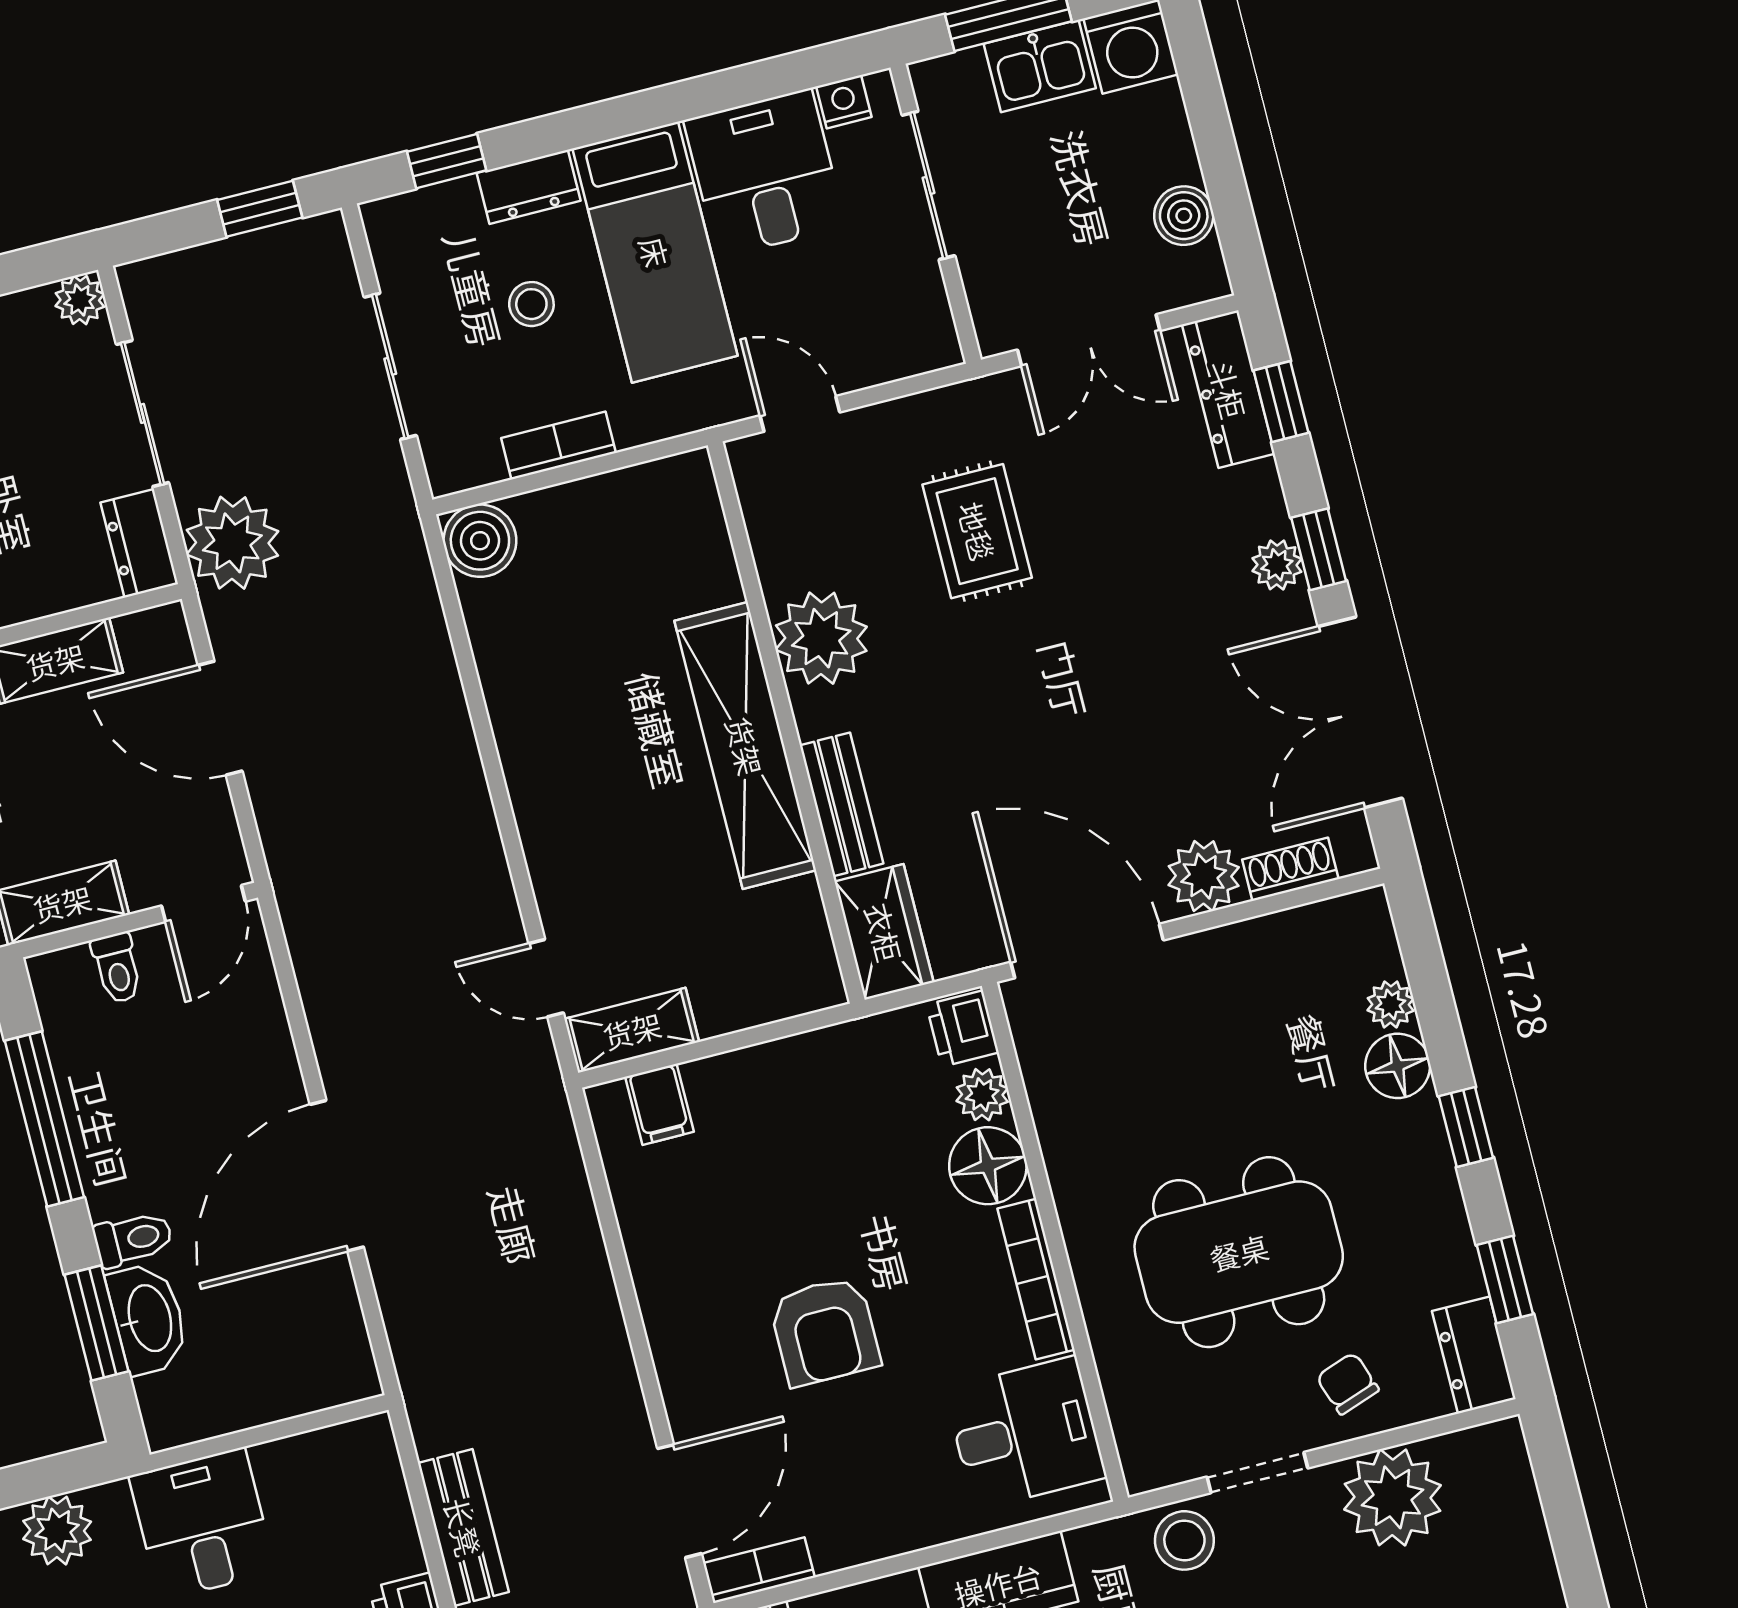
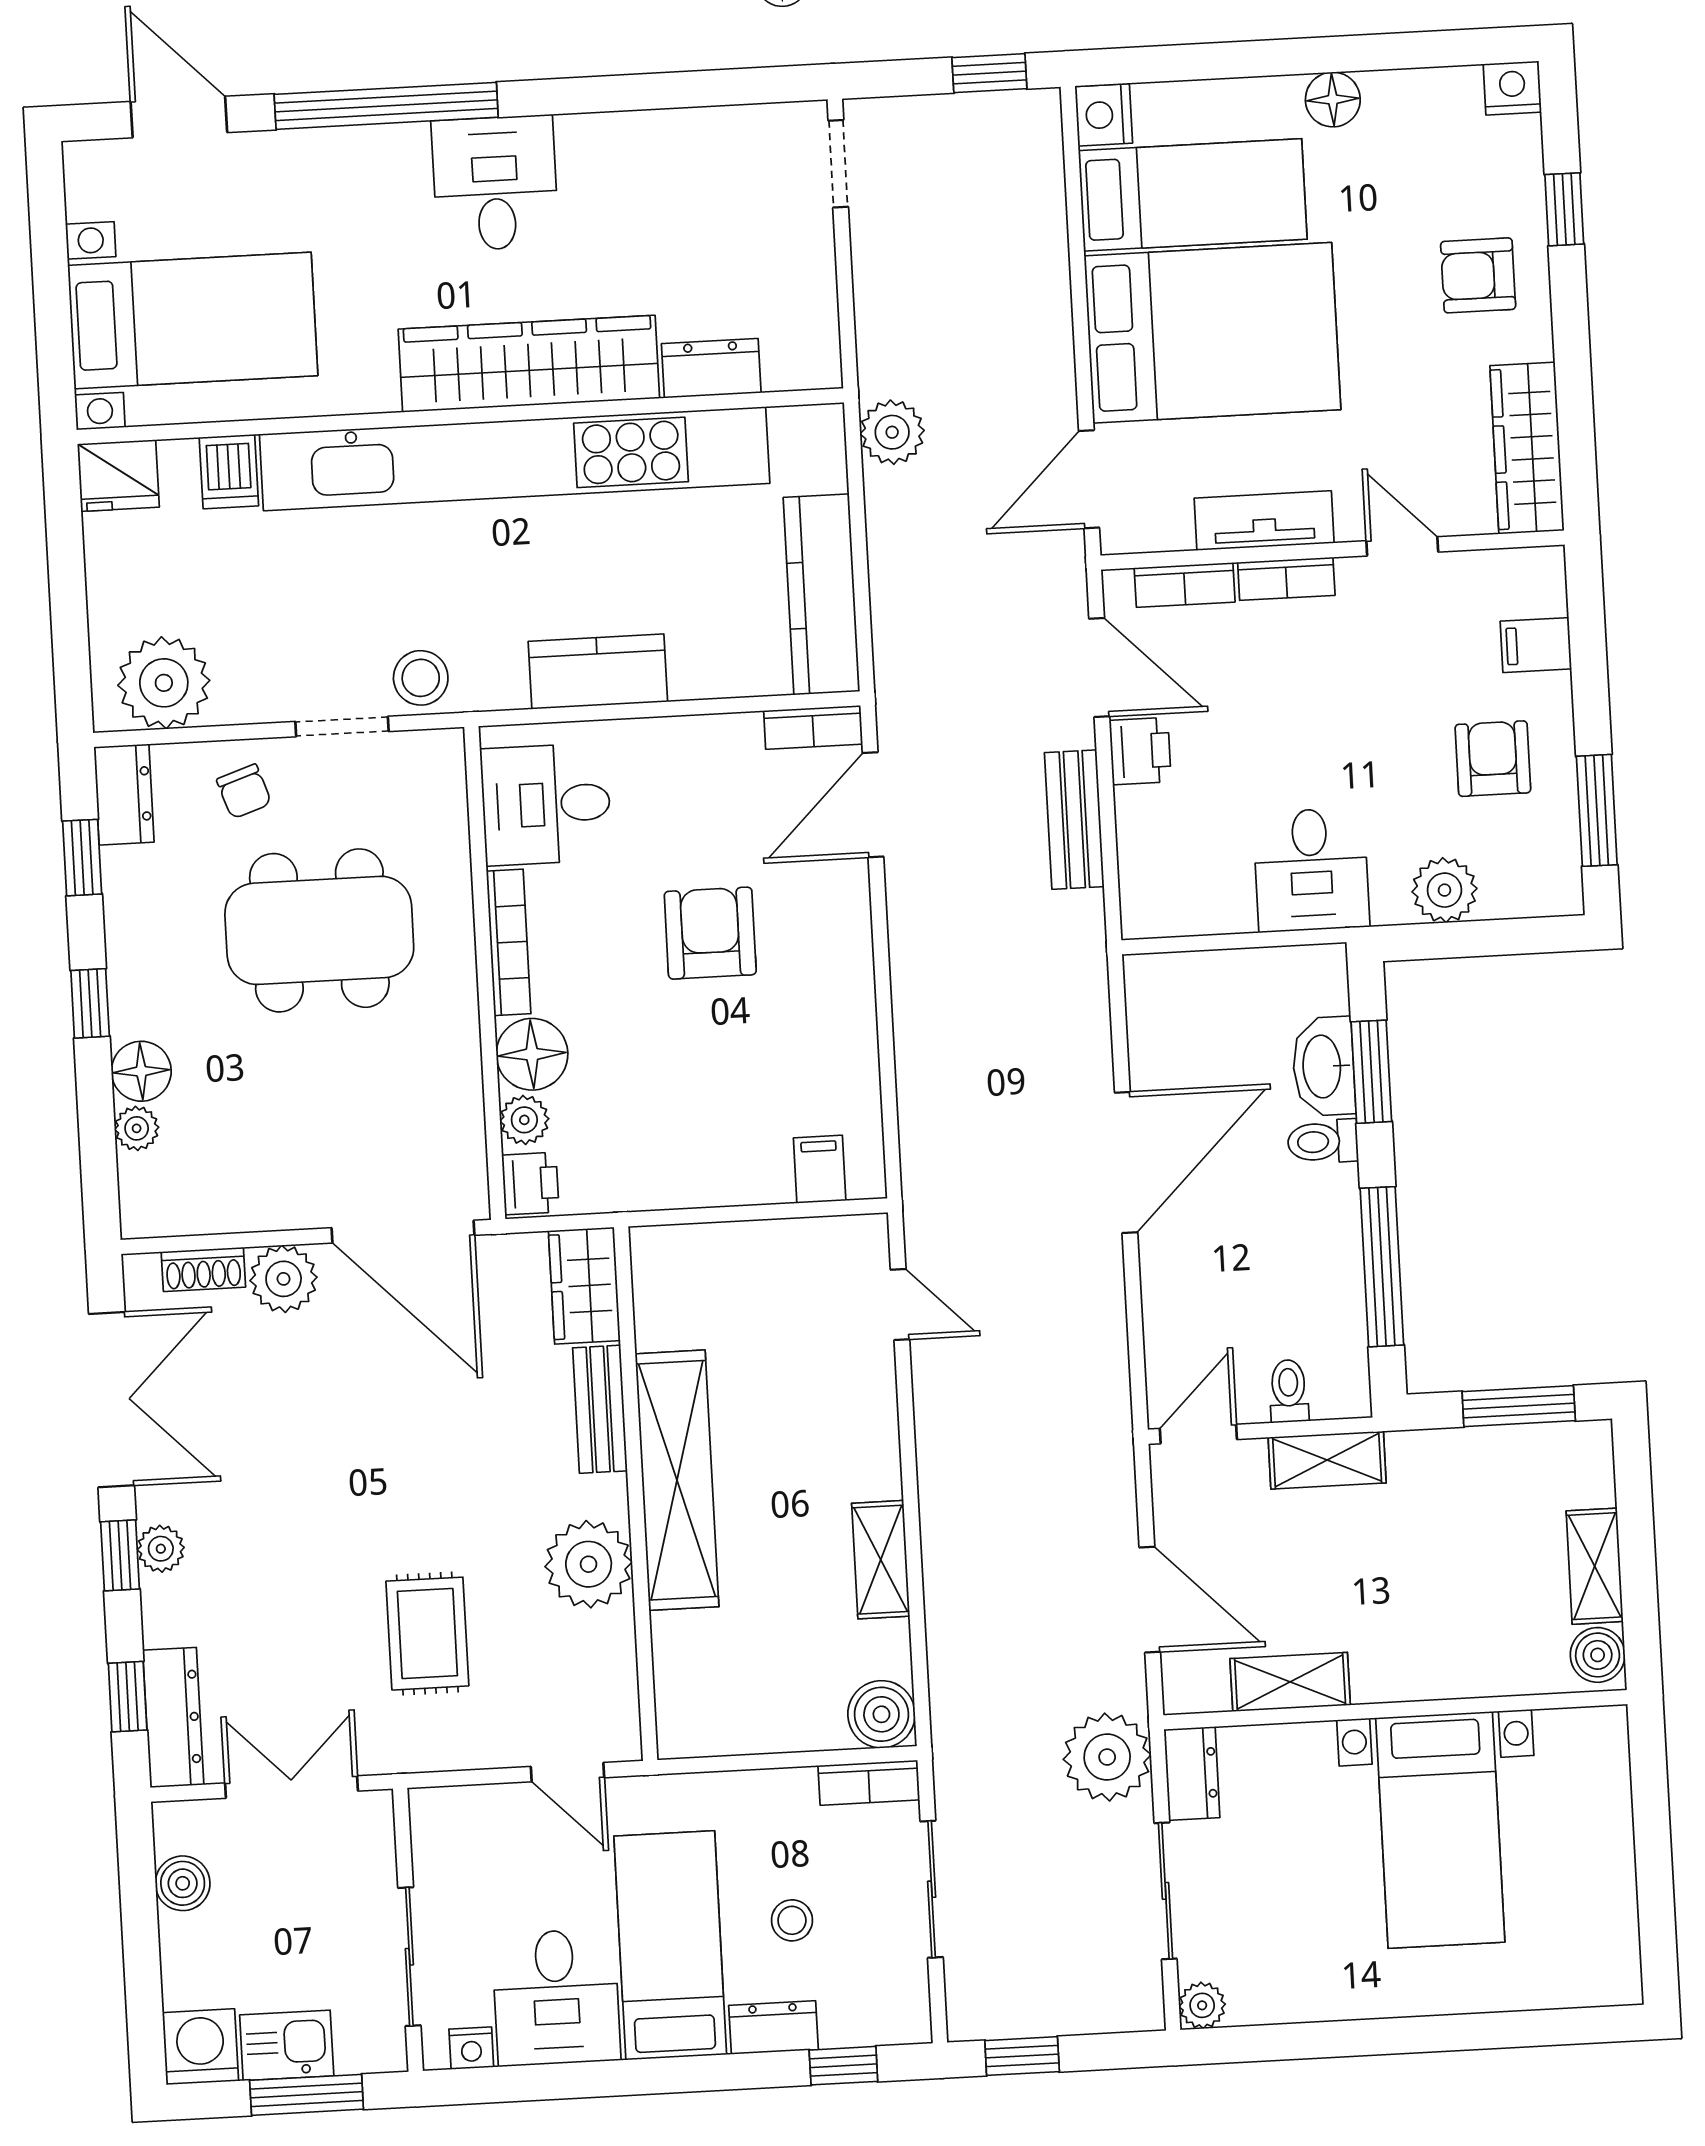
bookcase: (559, 445) -> (869, 1783), moved
shelving: (632, 1030) -> (881, 1560), moved, turned 90
plant: (1392, 1497) -> (164, 683), moved

